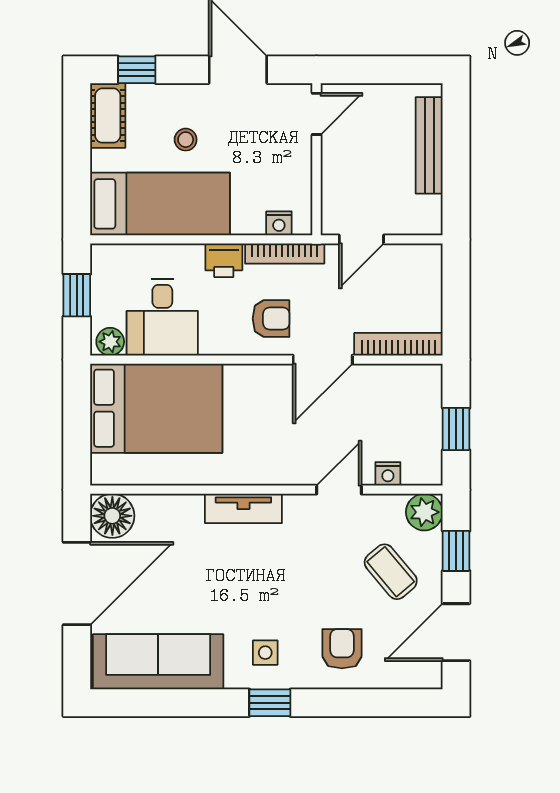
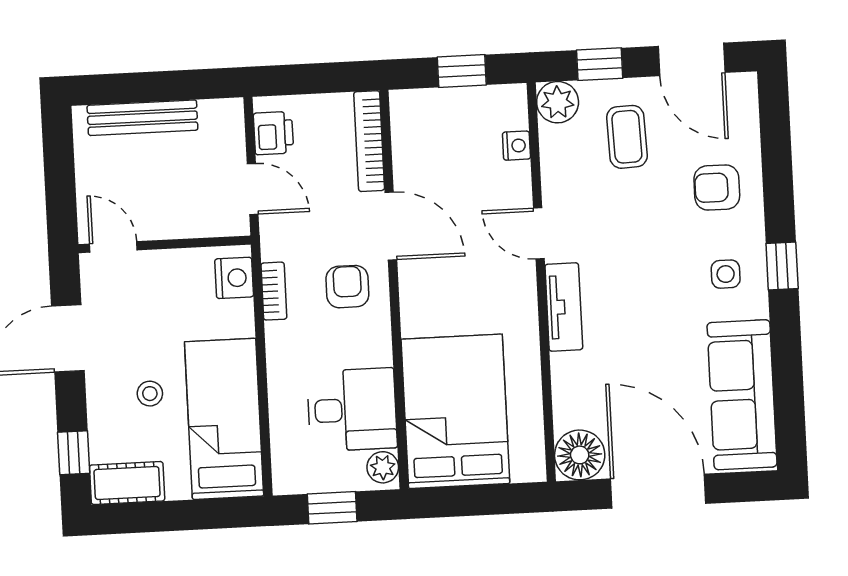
nightstand: (279, 223) -> (234, 278), width x1.39, depth x1.35
bookcase: (285, 254) -> (274, 291), width x0.64
printer: (224, 260) -> (273, 133), moved
door: (339, 490) -> (539, 233), moved
coffee table: (391, 572) -> (627, 137), turned -52

